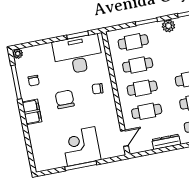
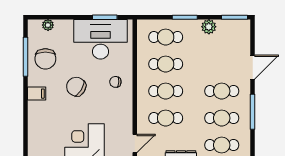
plant: (18, 54) -> (48, 25), moved
chair: (34, 81) -> (45, 59), width x1.87, depth x1.87
chair: (65, 99) -> (76, 87), turned -59
filing cabinet: (32, 112) -> (37, 94), width x0.50

